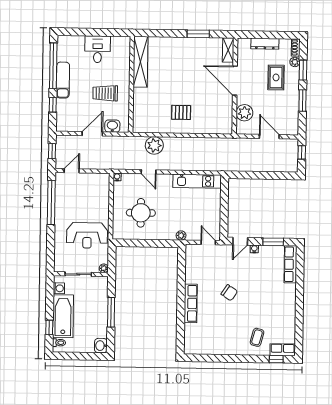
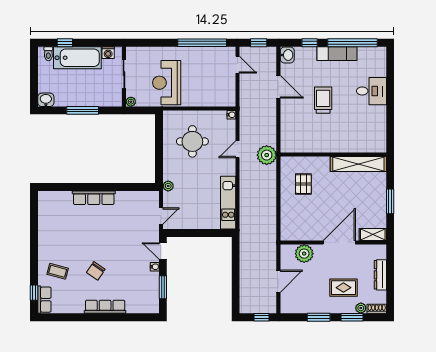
shelving: (140, 62) -> (358, 164), moved
wall: (131, 84) -> (333, 154), moved
washbasin: (112, 126) -> (287, 55), moved
row of seats: (290, 264) -> (105, 307), moved
chair: (229, 293) -> (96, 271), moved

